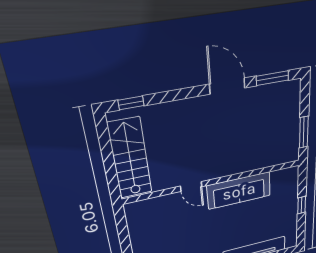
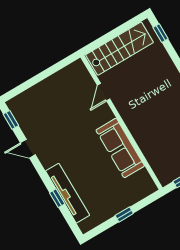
door: (191, 186) -> (104, 92), moved

